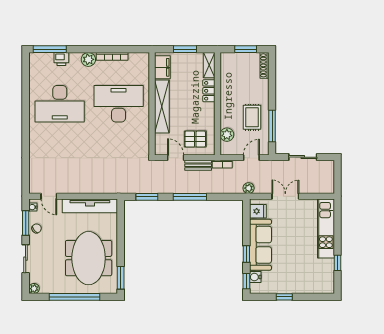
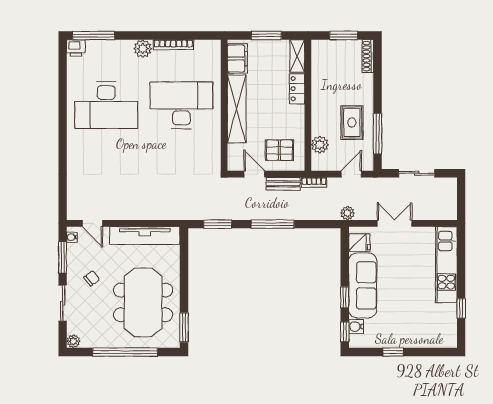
printer: (61, 59) -> (76, 48), moved
chair: (37, 228) -> (92, 278), moved

